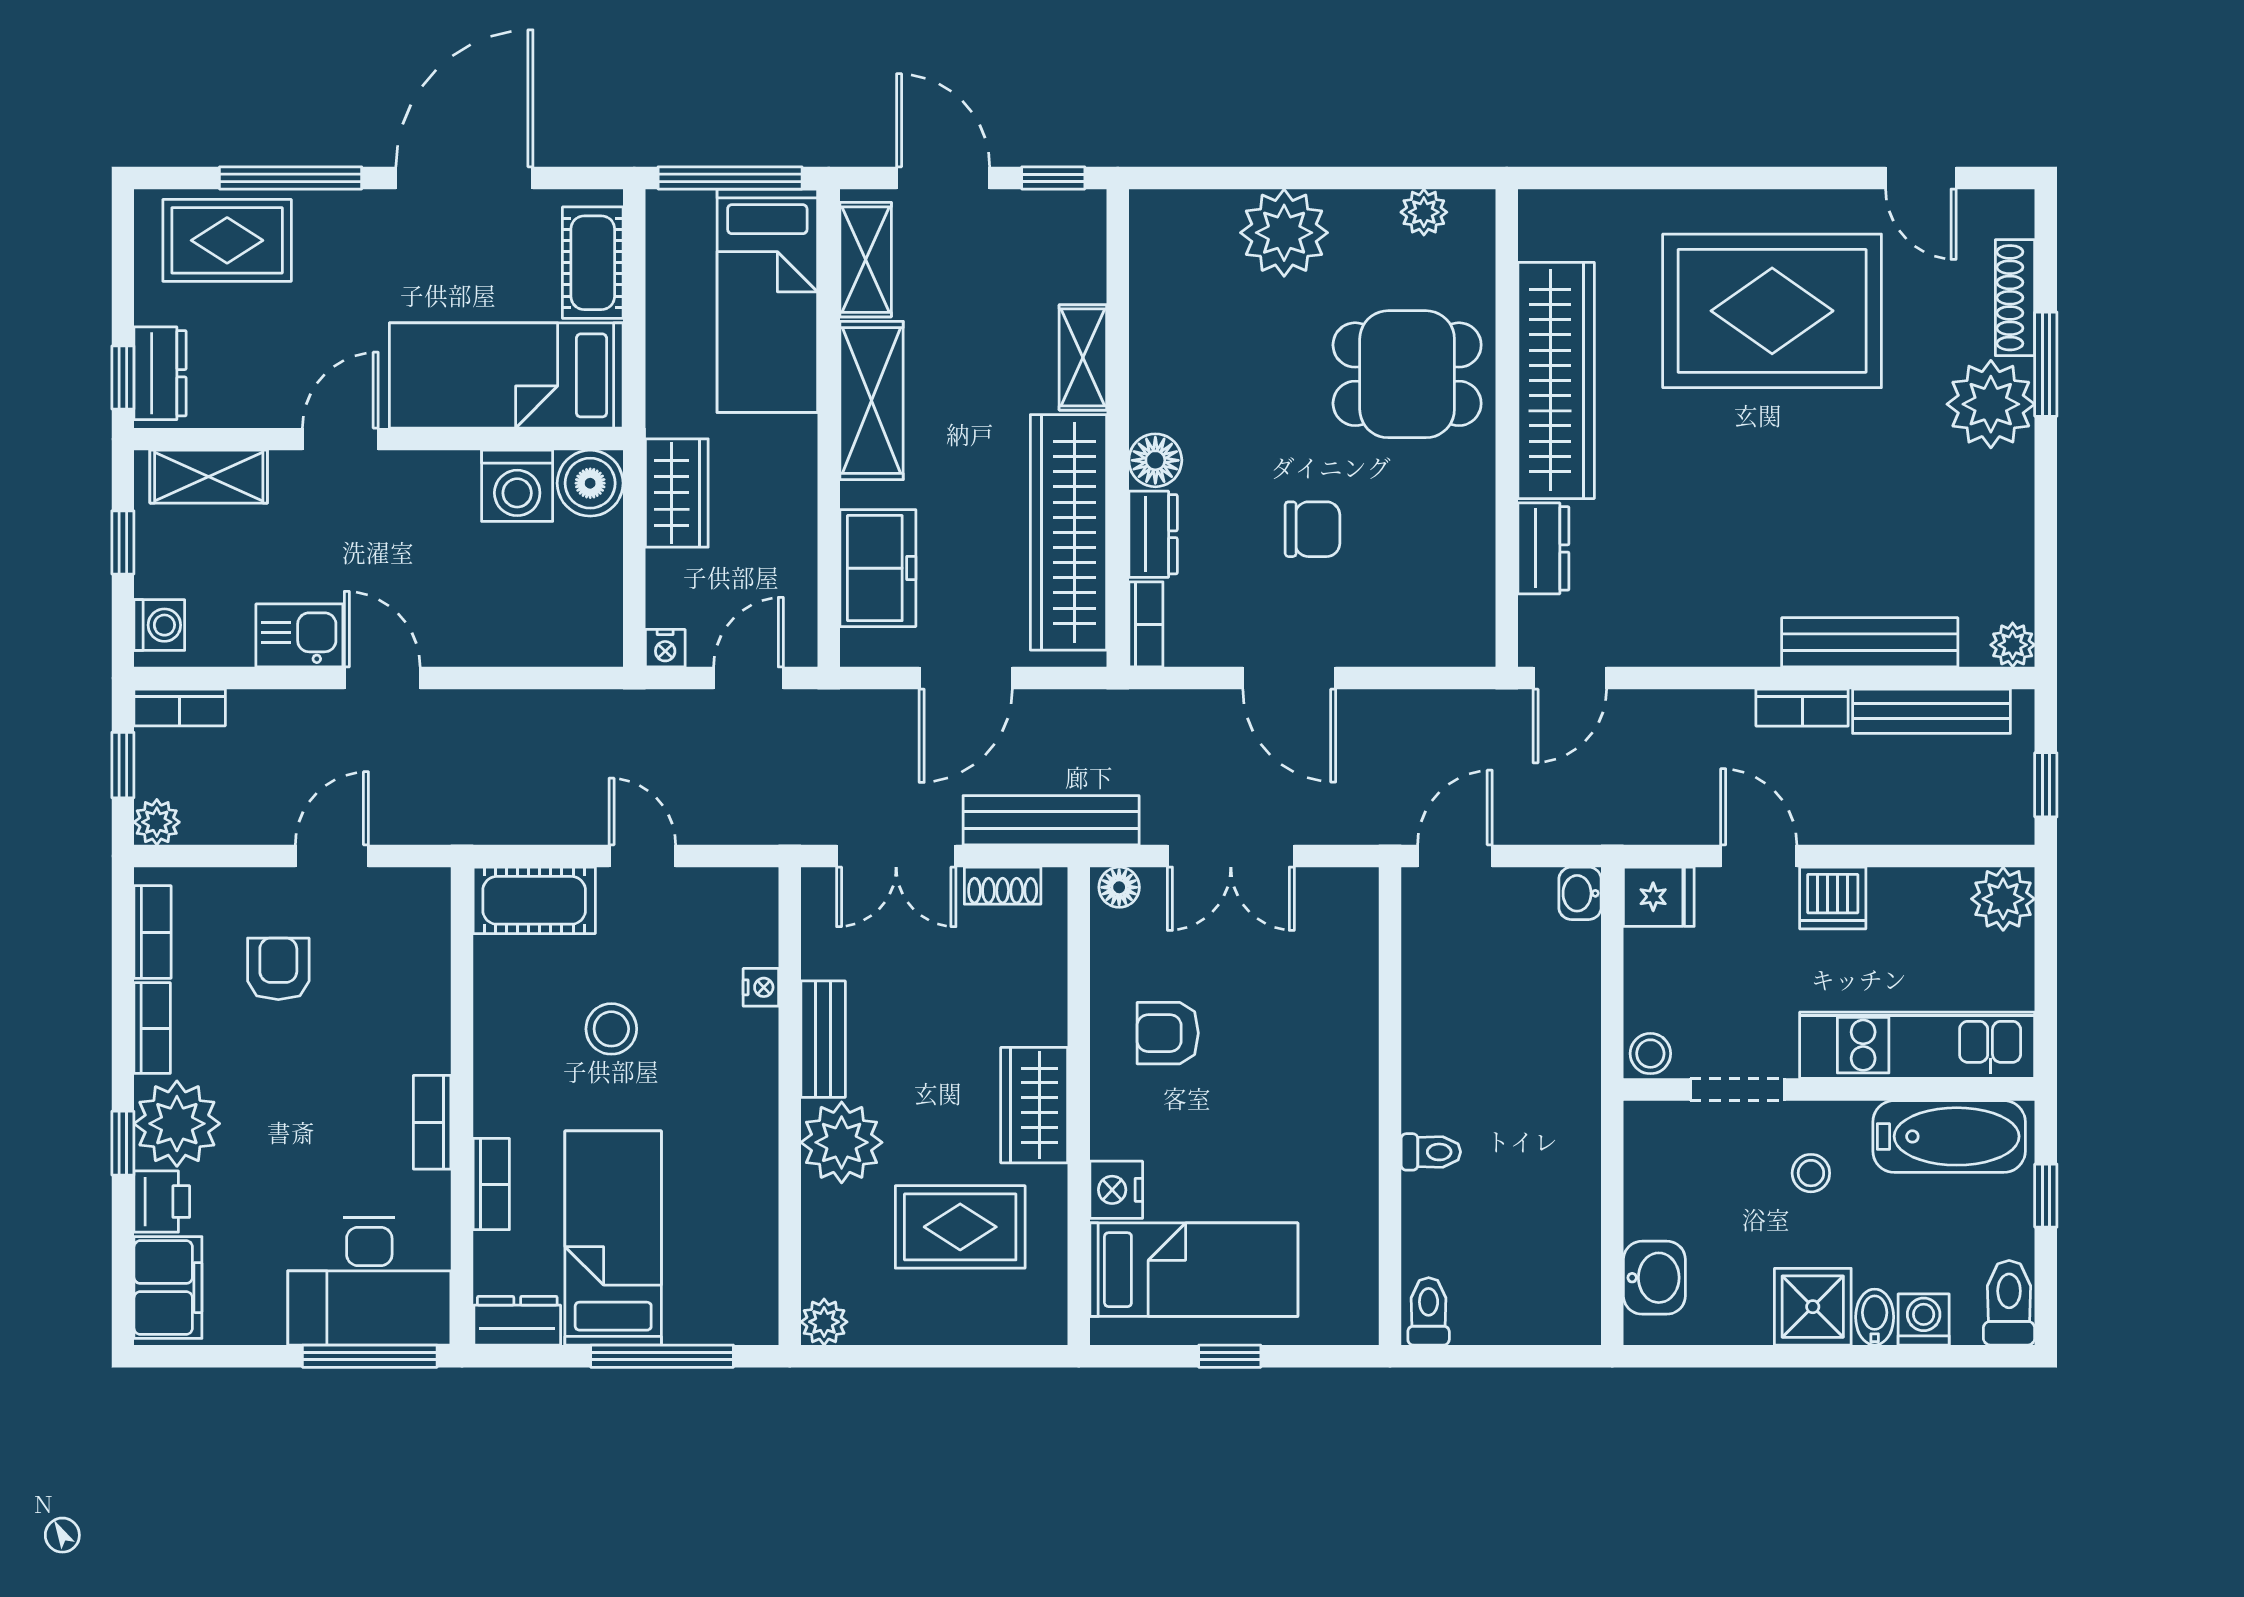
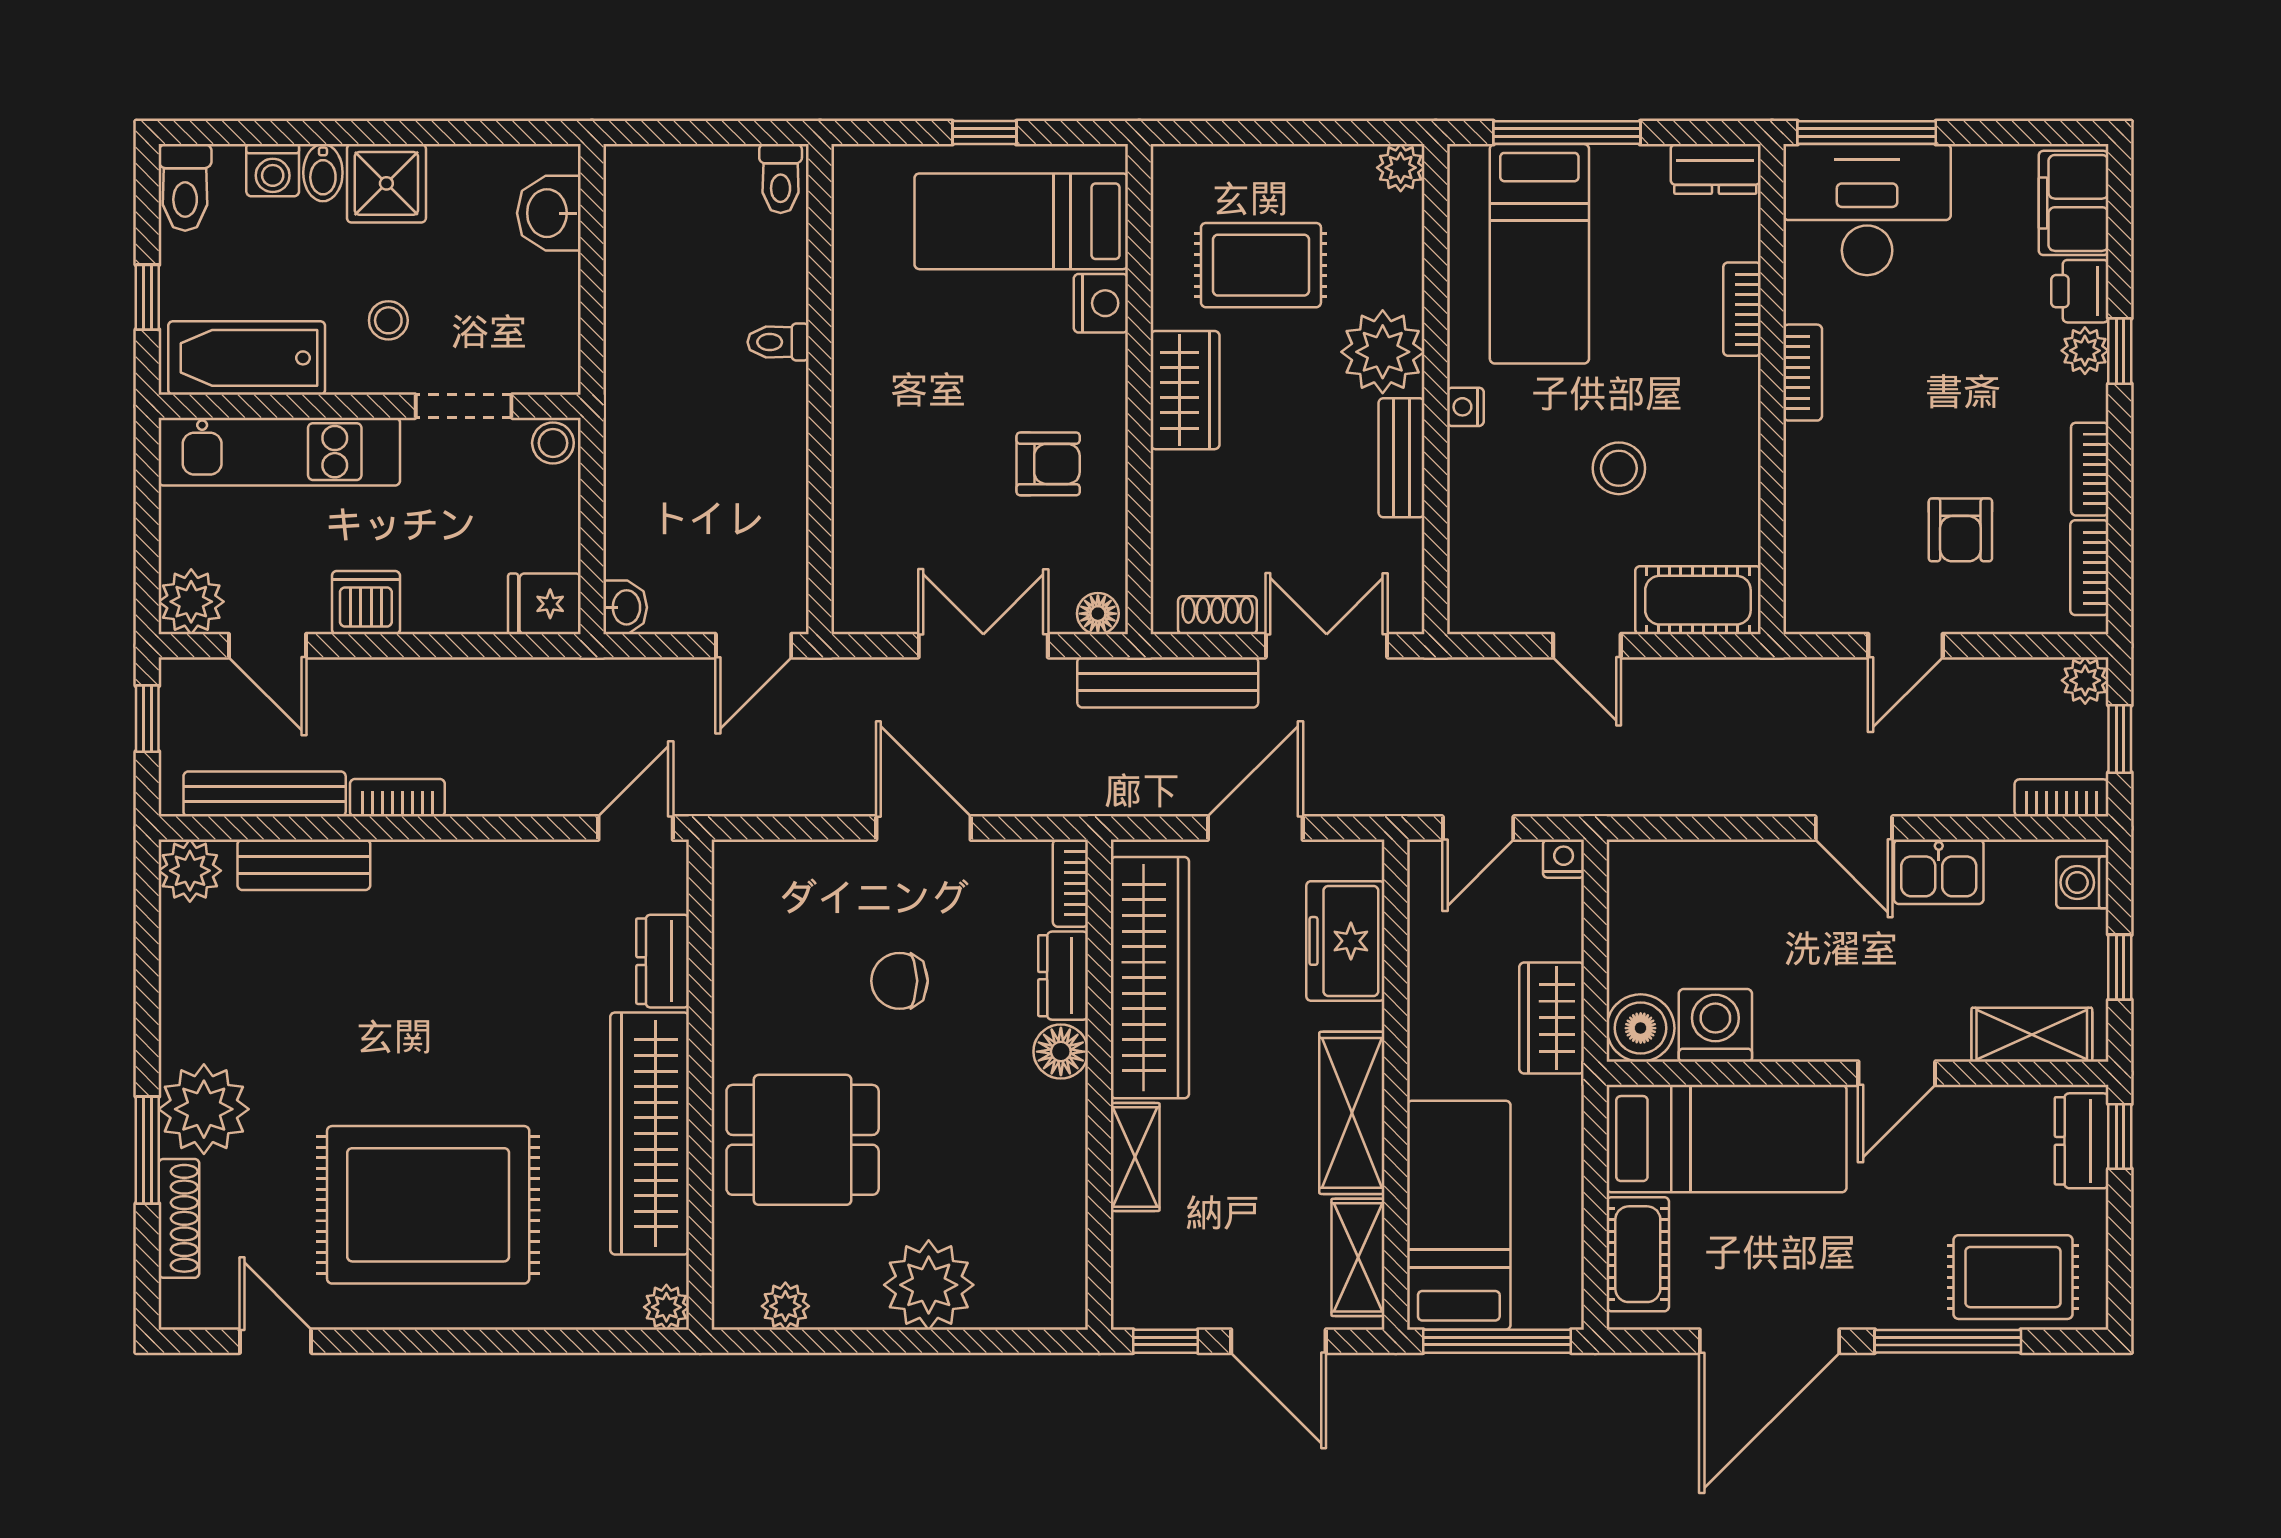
plant: (1540, 211) -> (666, 1307), added
bench: (1870, 642) -> (304, 865), width x0.73
plant: (2013, 645) -> (190, 871), width x1.38, depth x1.38
door: (1759, 856) -> (268, 646), moved
nightstand: (761, 987) -> (1465, 407), moved
plant: (177, 1124) -> (2085, 351), width x0.53, depth x0.53
bed: (613, 1238) -> (1539, 254), moved

